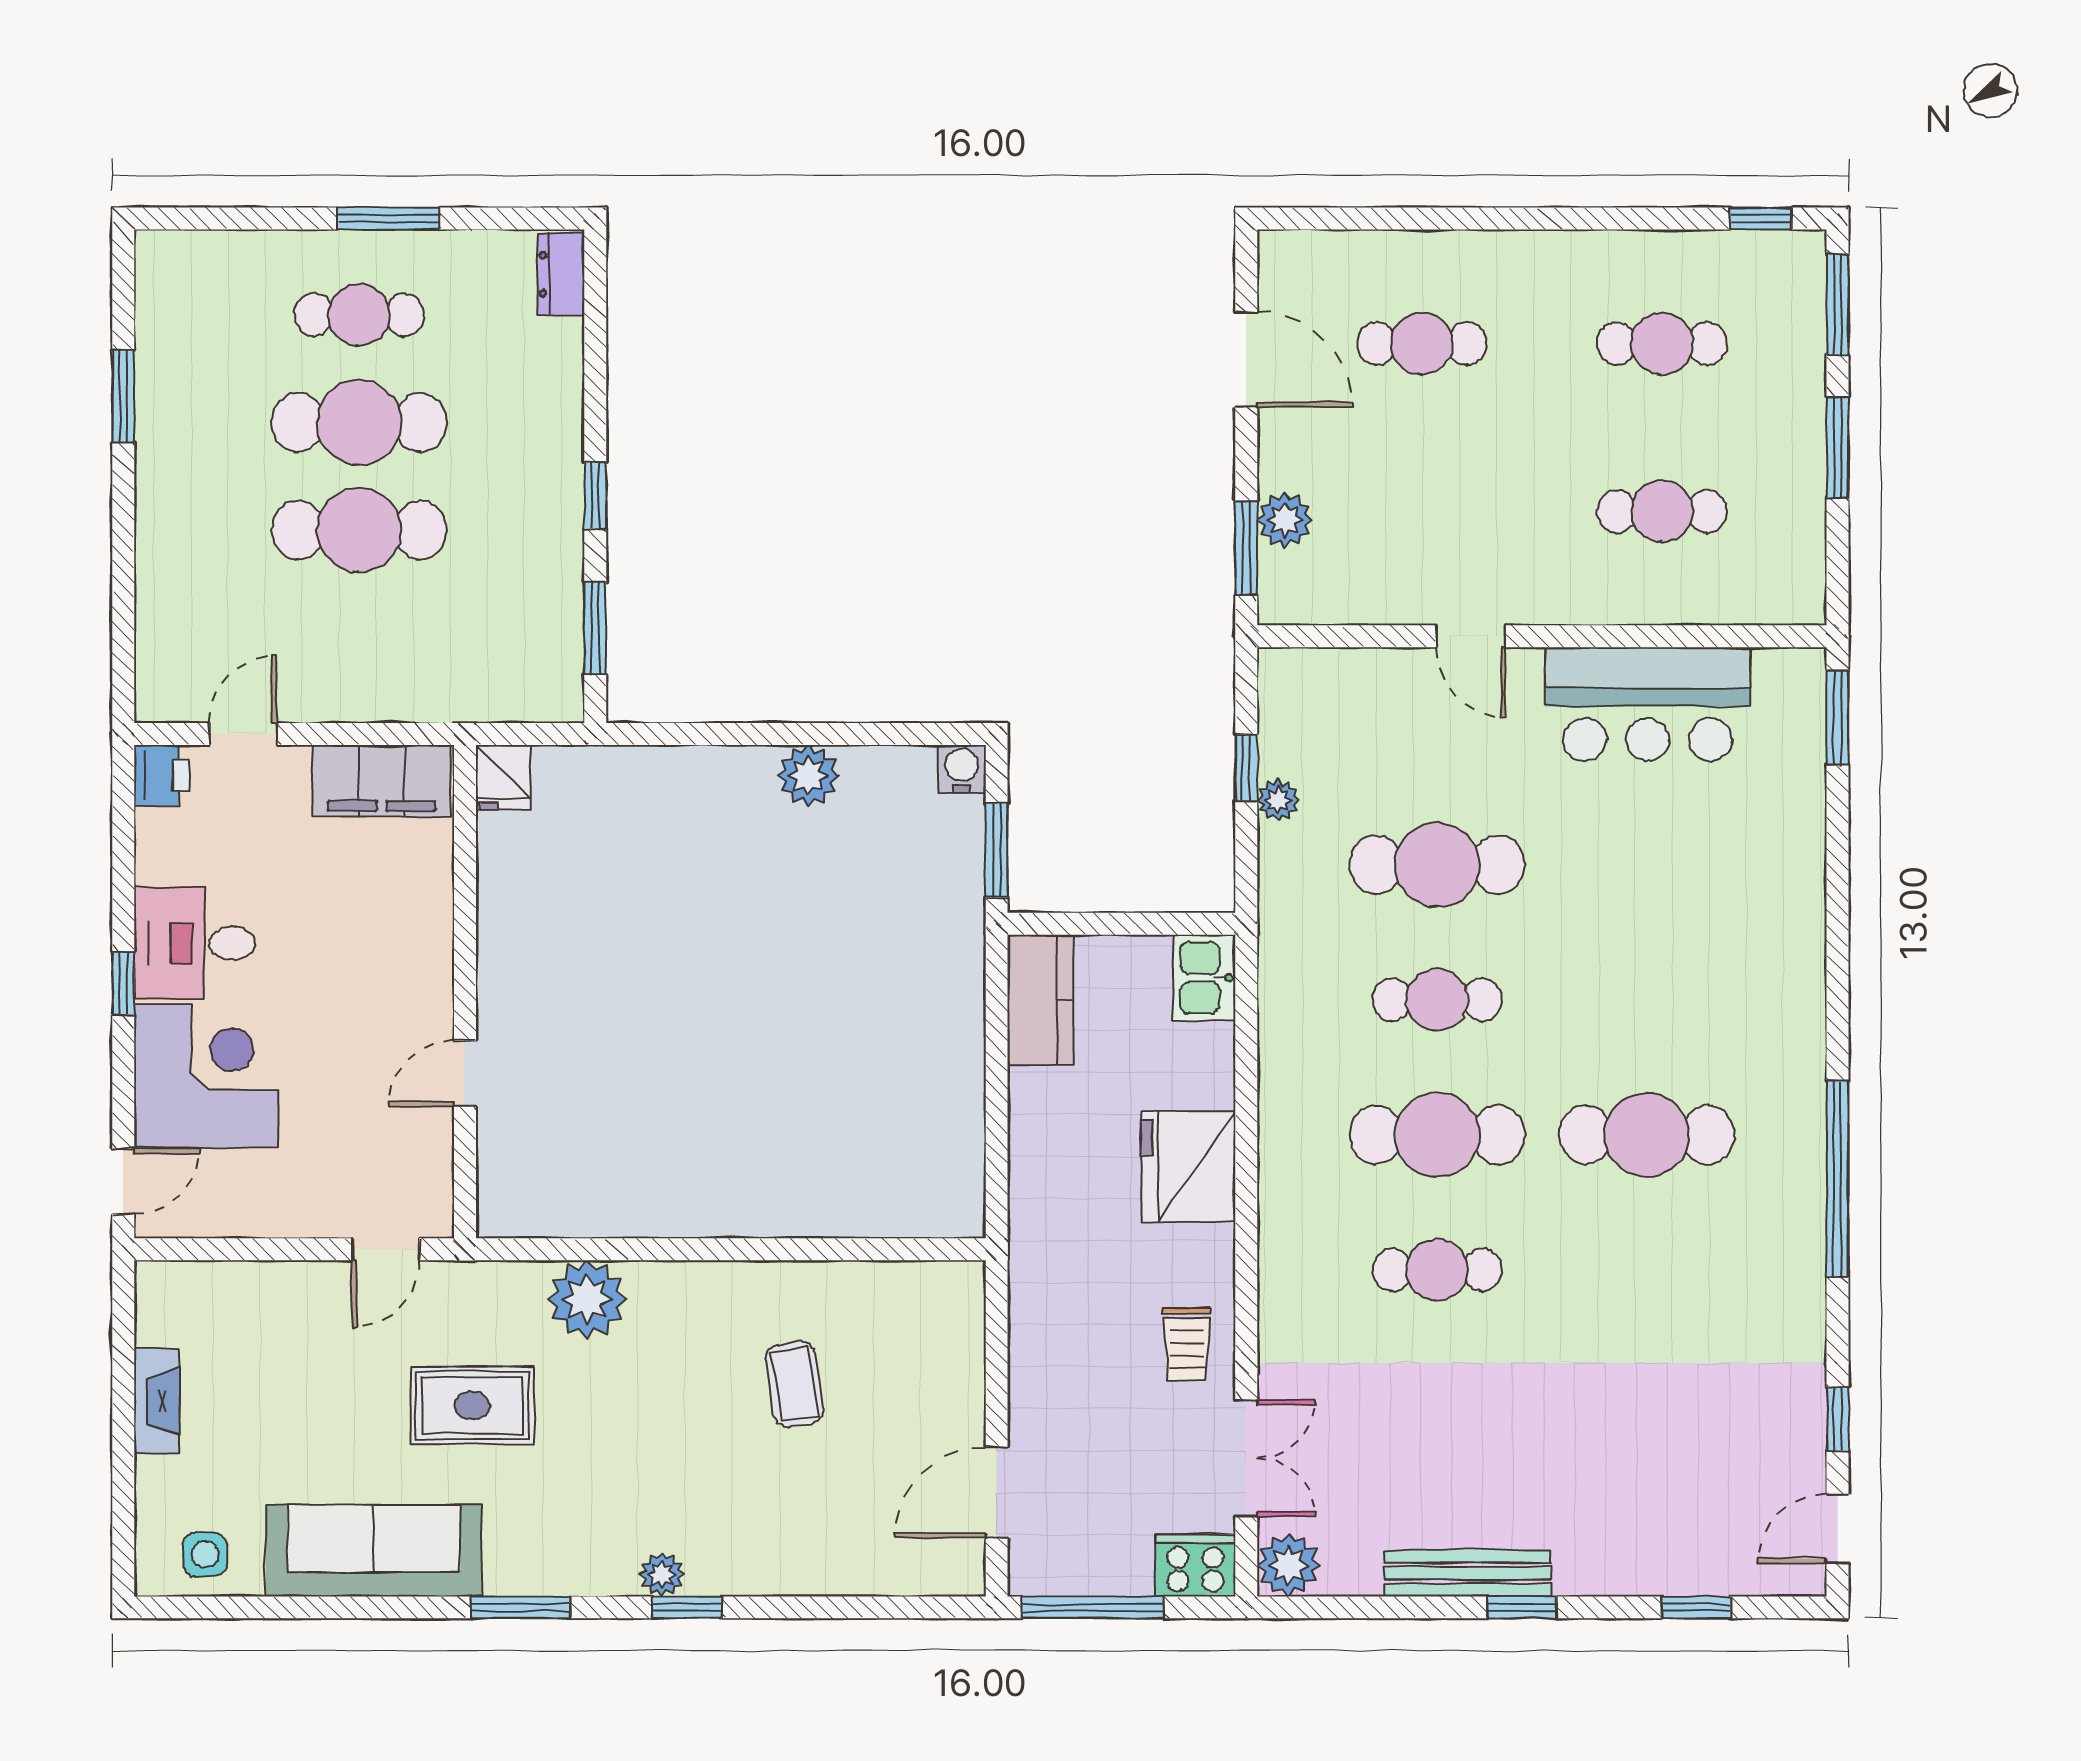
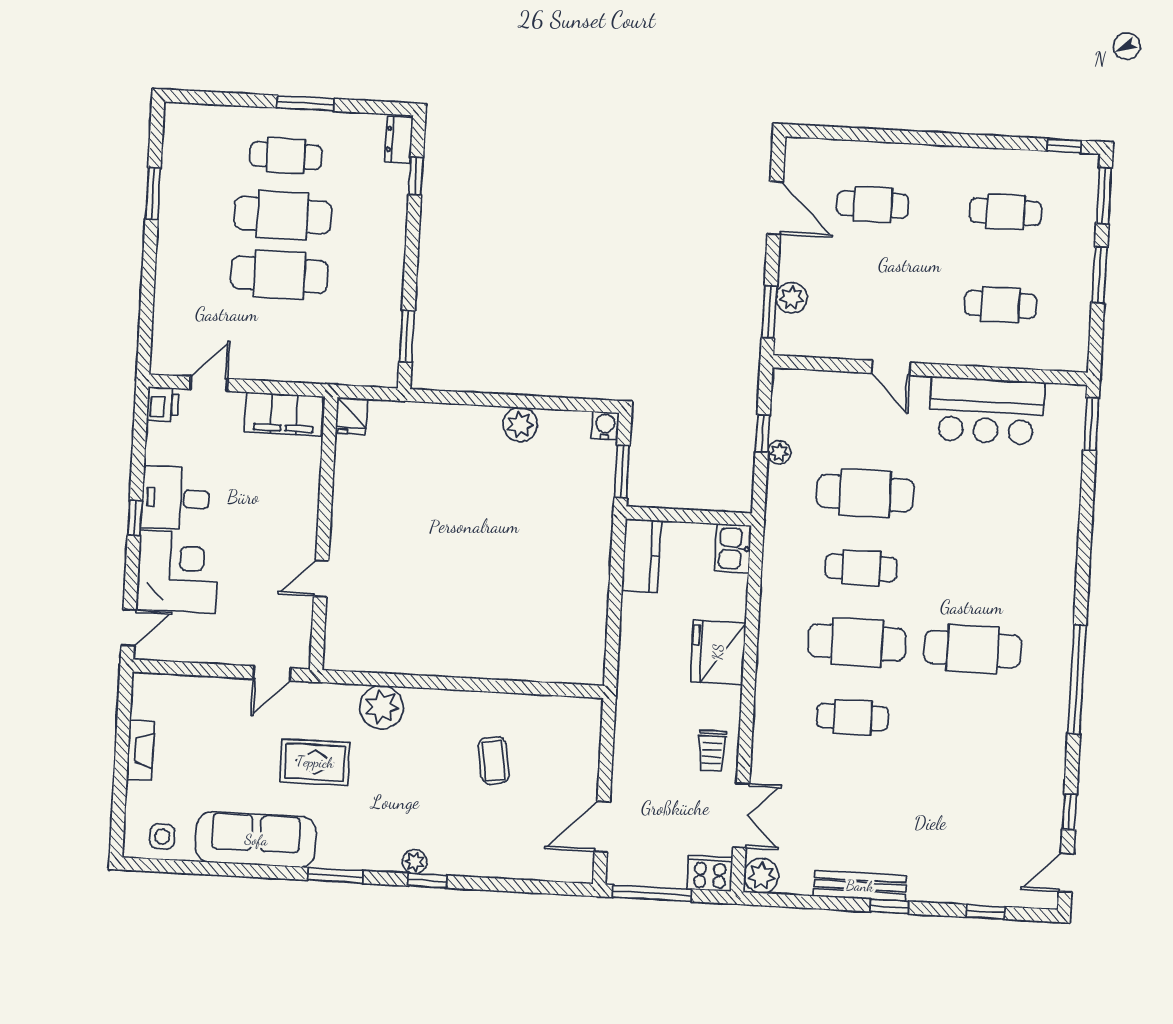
window: (595, 496) -> (416, 176), moved

